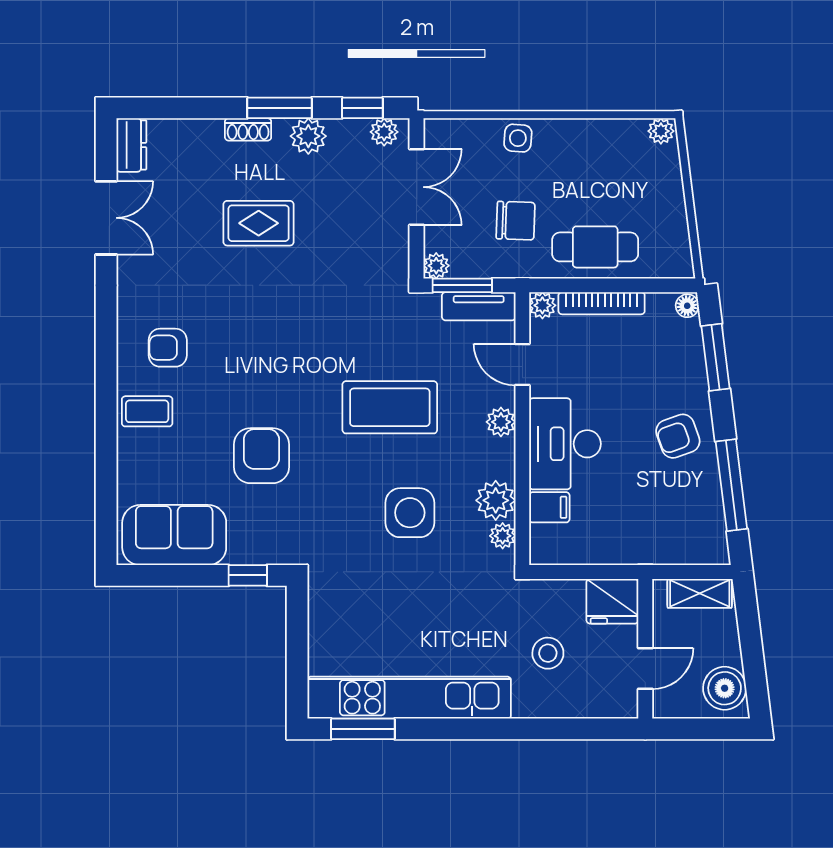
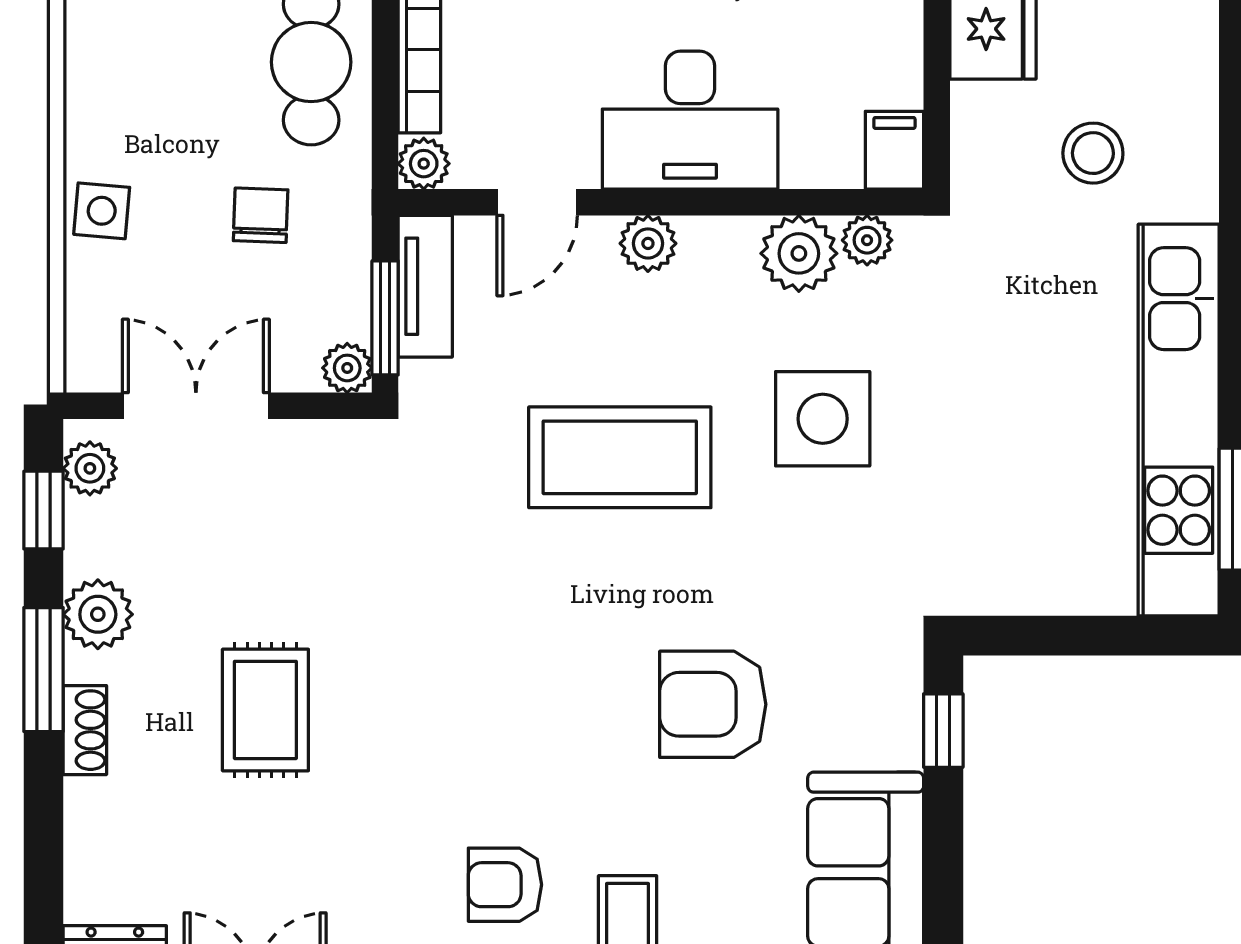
chair: (516, 221) -> (261, 215), width x0.73, depth x0.73
armchair: (168, 348) -> (505, 885), turned 90
coffee table: (390, 407) -> (620, 457), turned 90
filing cabinet: (549, 507) -> (894, 150), moved

